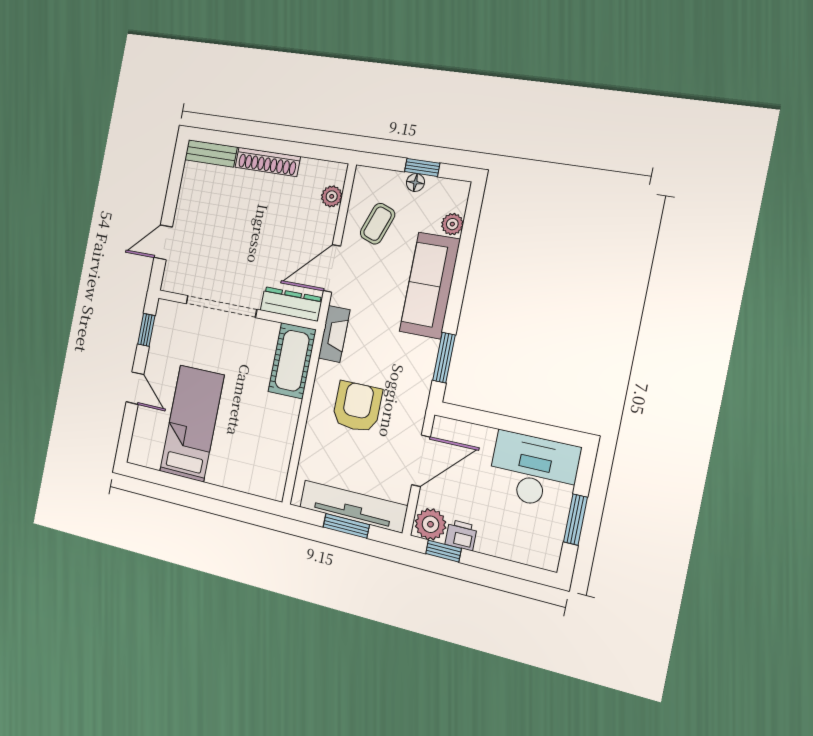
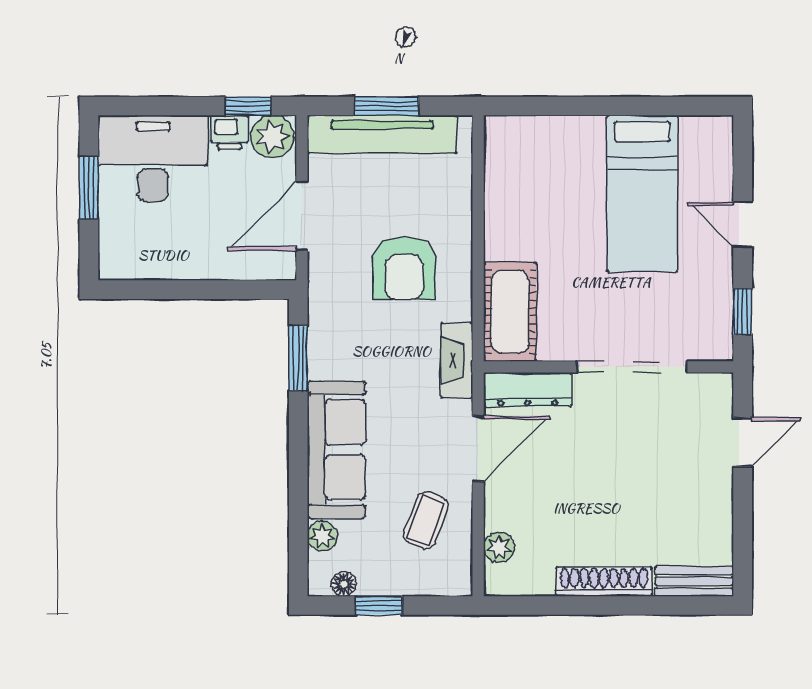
floor lamp: (415, 183) -> (344, 584), moved
desk: (534, 470) -> (153, 158), moved, turned 180

